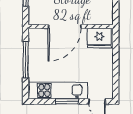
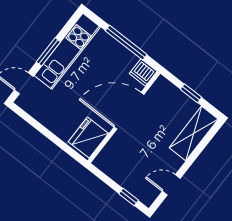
door: (65, 27) -> (129, 111), hinge flipped
dishwasher: (35, 36) -> (143, 72), added

